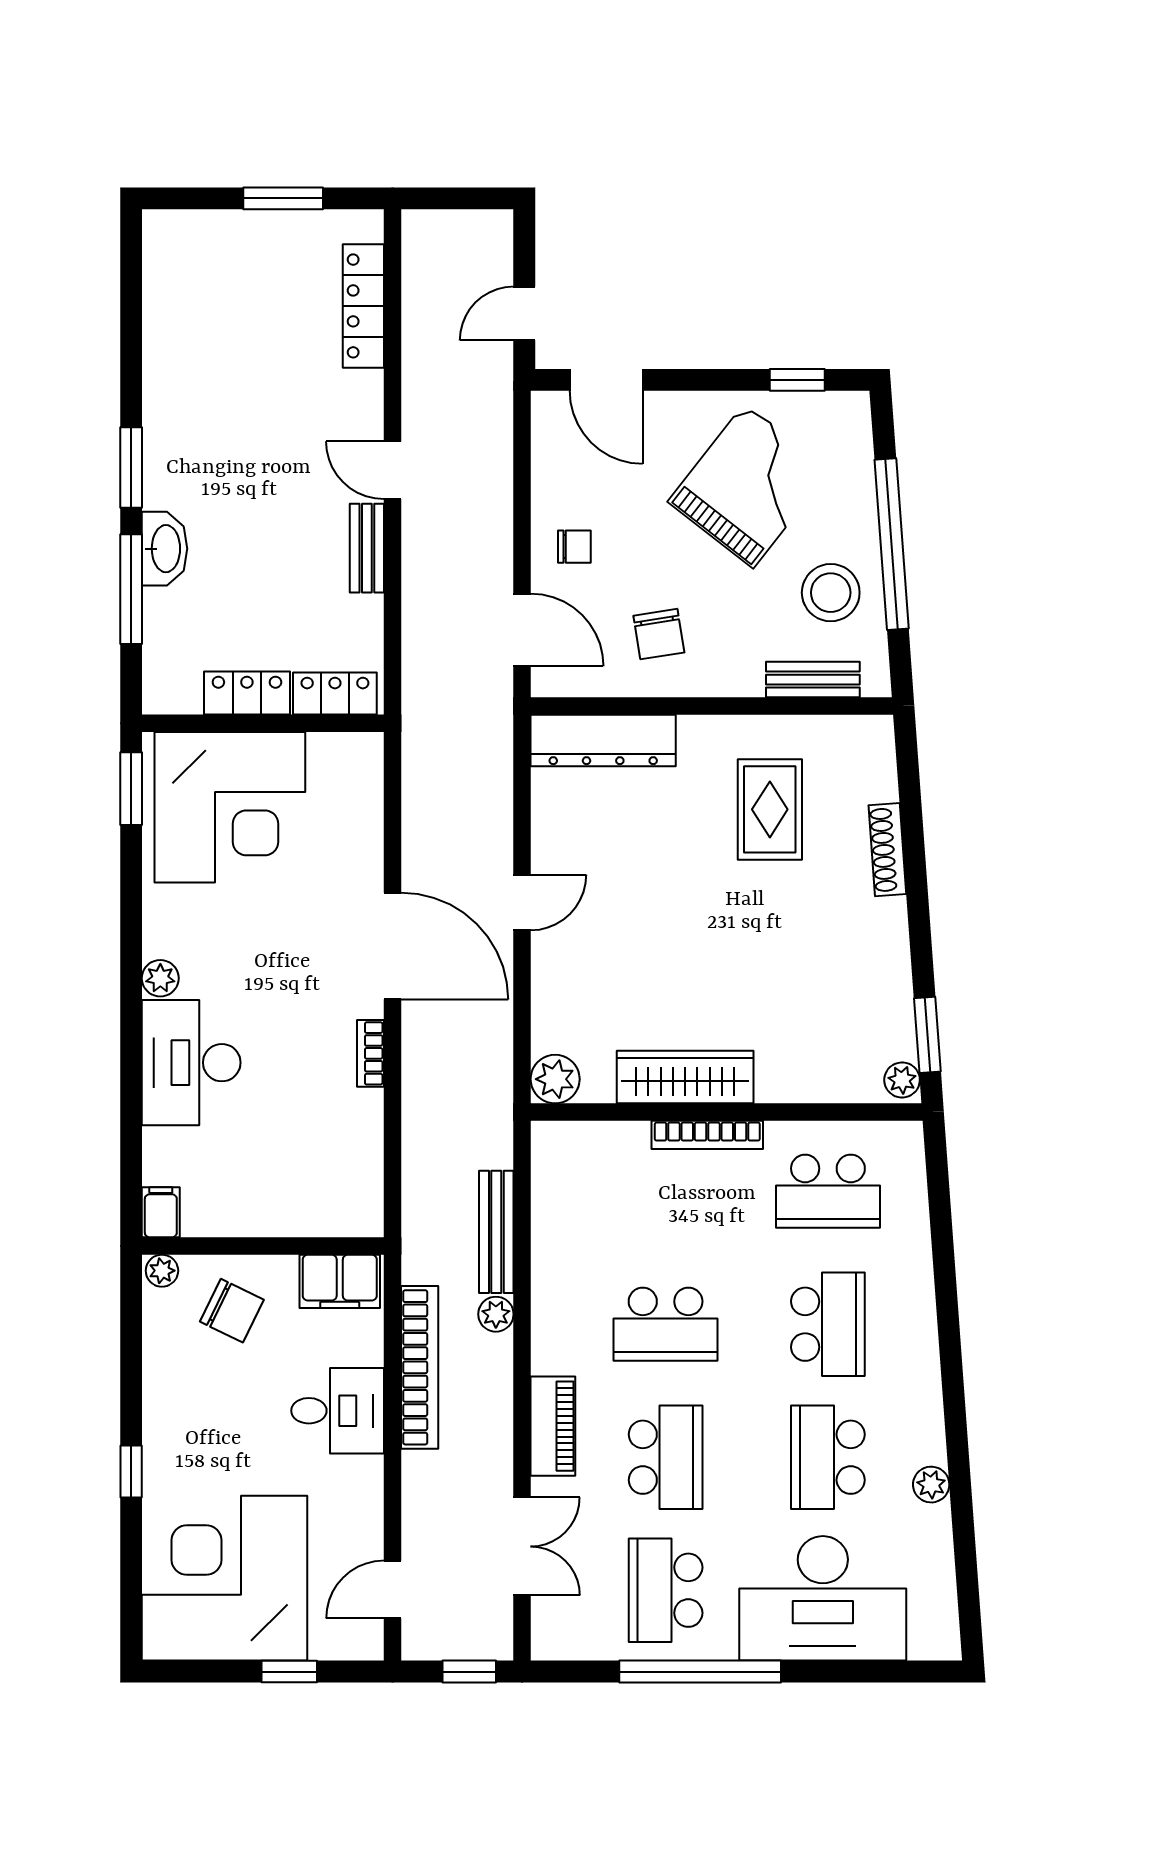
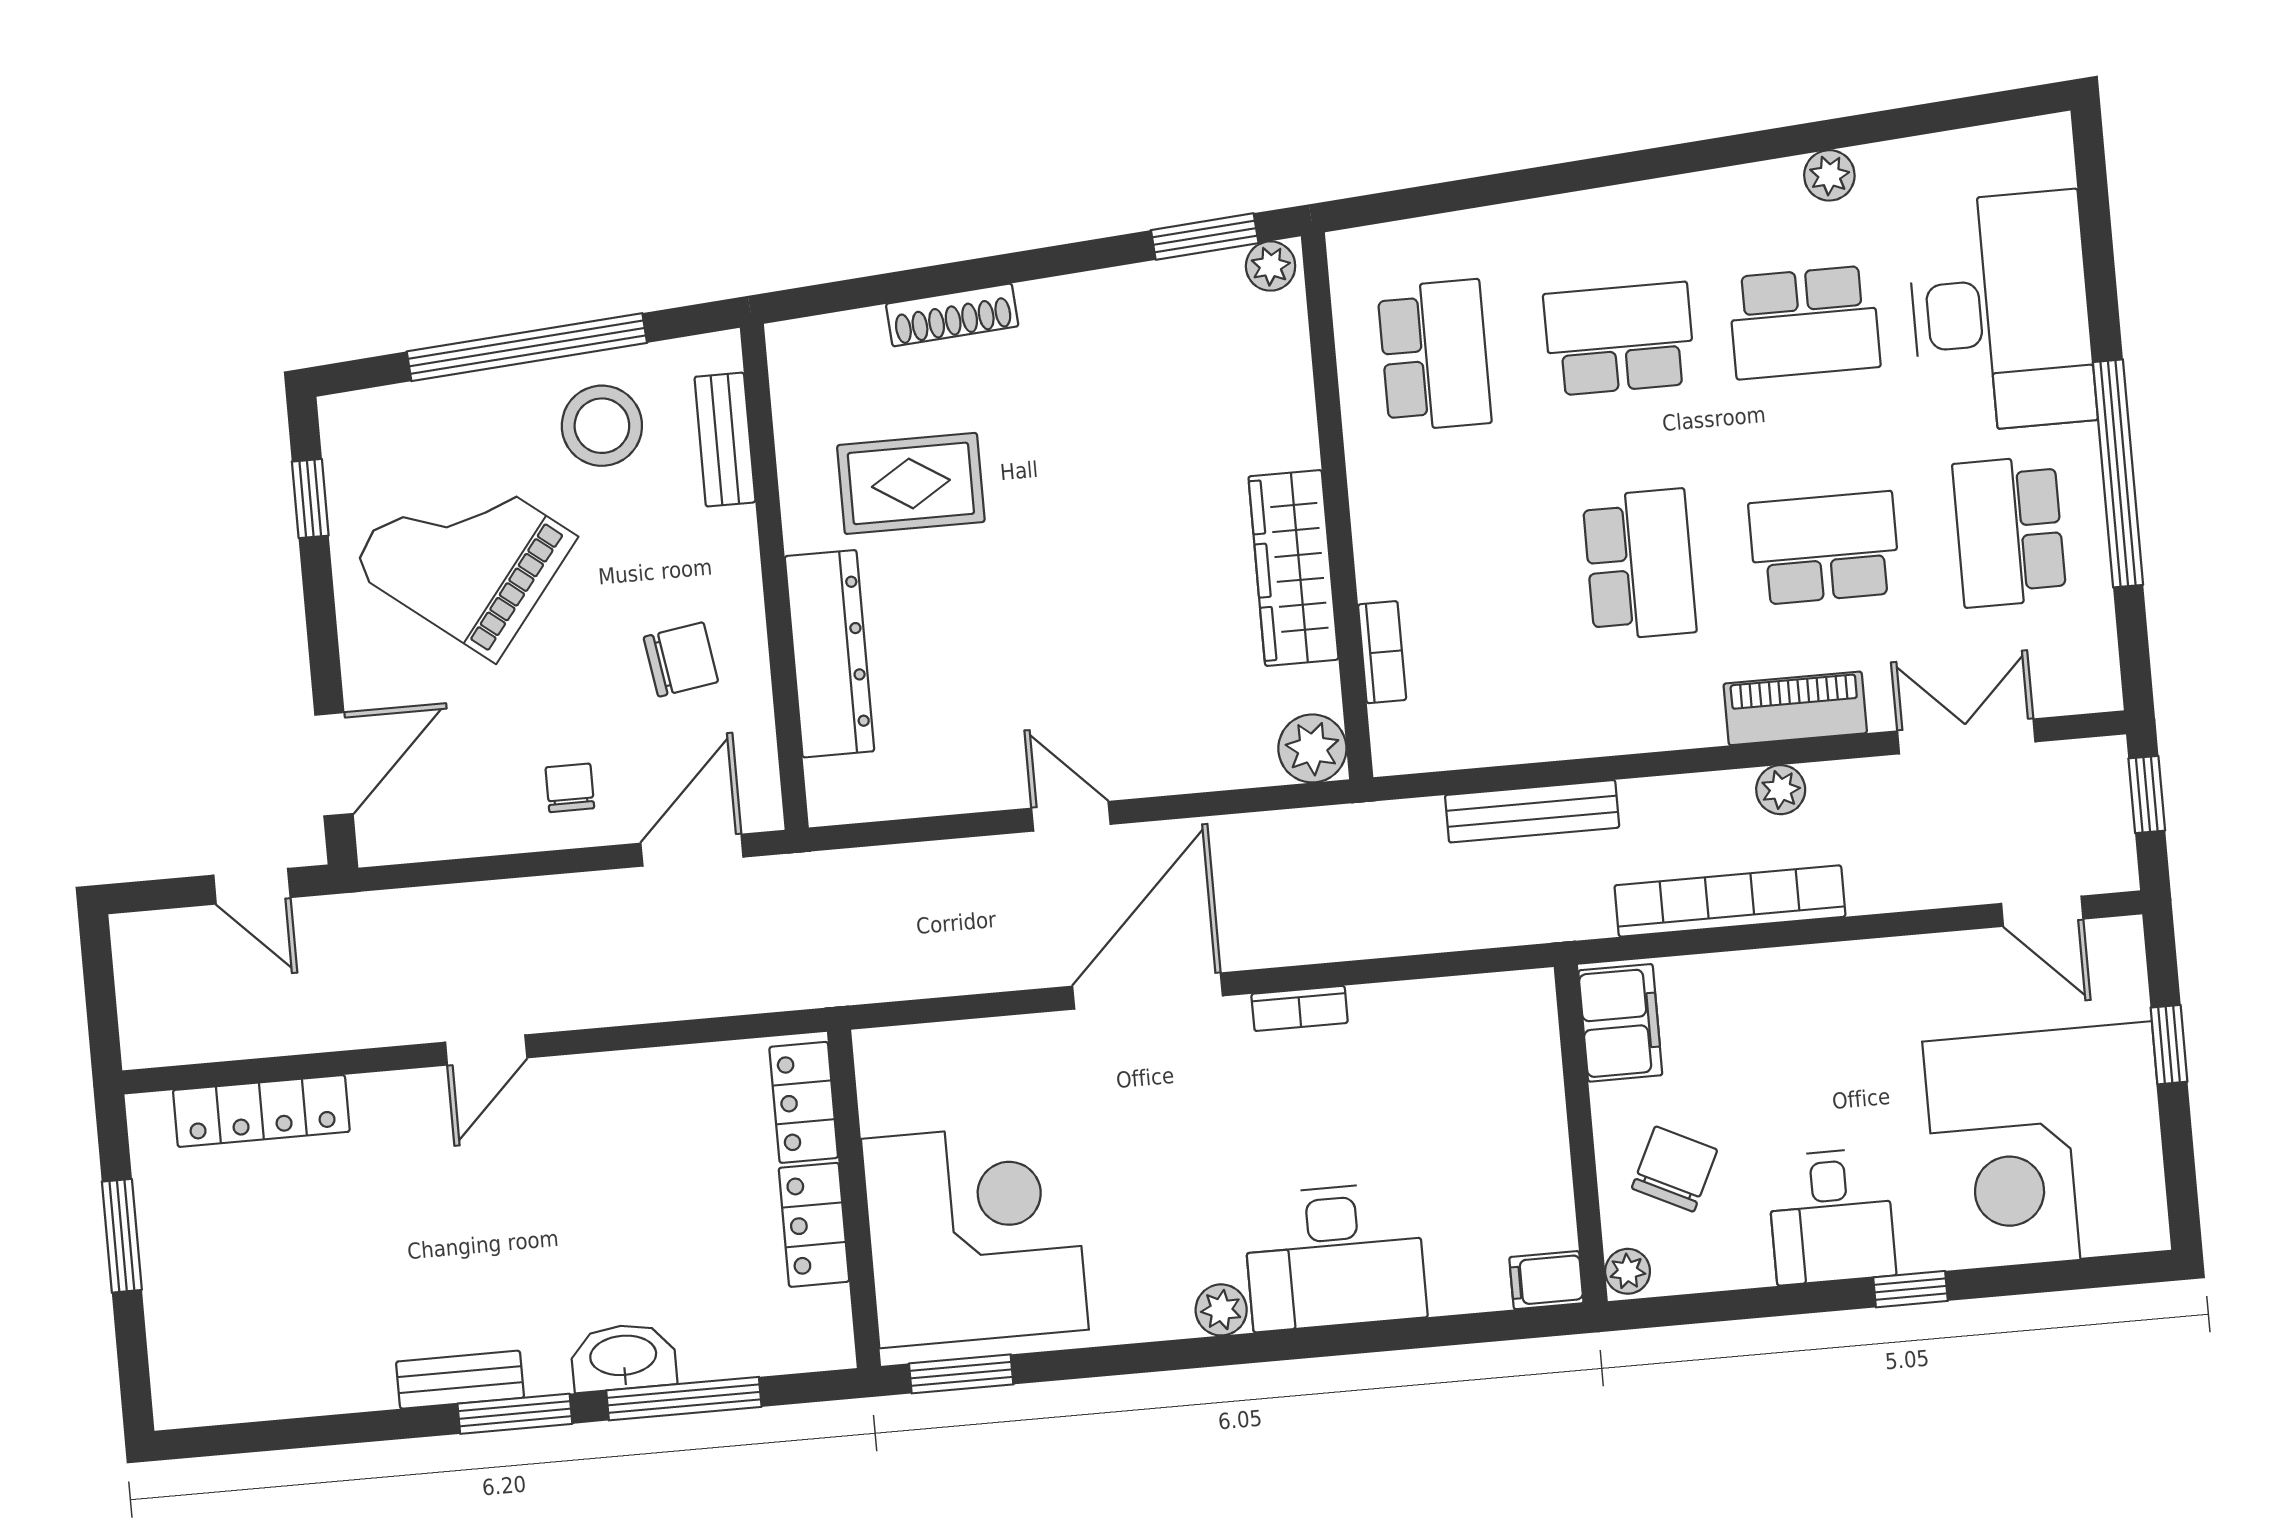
bench: (367, 548) -> (460, 1380), moved
dresser: (603, 740) -> (829, 654), moved
bookcase: (707, 1135) -> (1382, 652), moved, width x0.64
plant: (496, 1314) -> (1781, 790), moved
desk: (338, 1411) -> (1831, 1216), moved, turned 180
school desk: (666, 1590) -> (2009, 532), turned 90

